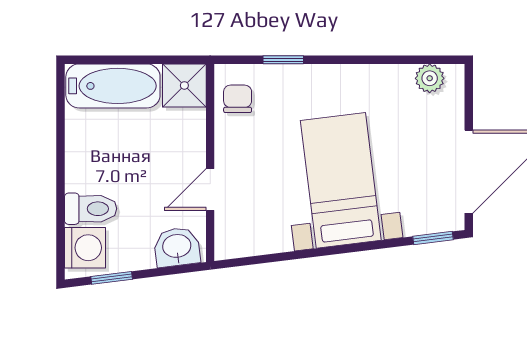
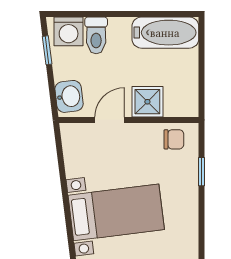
shower: (184, 85) -> (147, 102), moved
bathtub: (113, 86) -> (165, 33), moved, turned -90
door: (210, 190) -> (110, 120), hinge flipped

